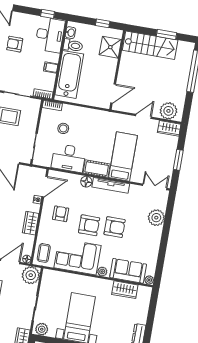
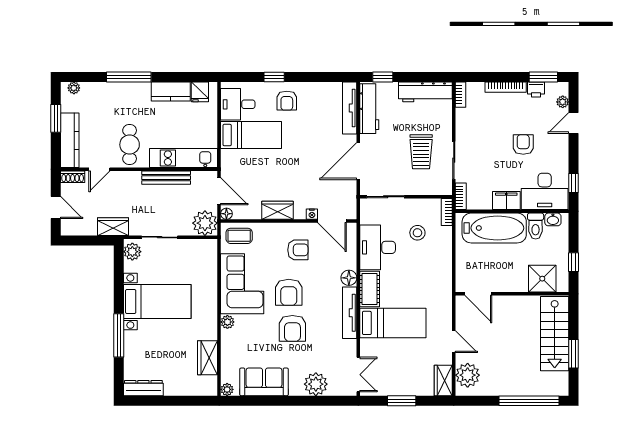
filing cabinet: (51, 67) -> (506, 201), width x2.00
sofa: (128, 271) -> (264, 382), moved, turned -90

